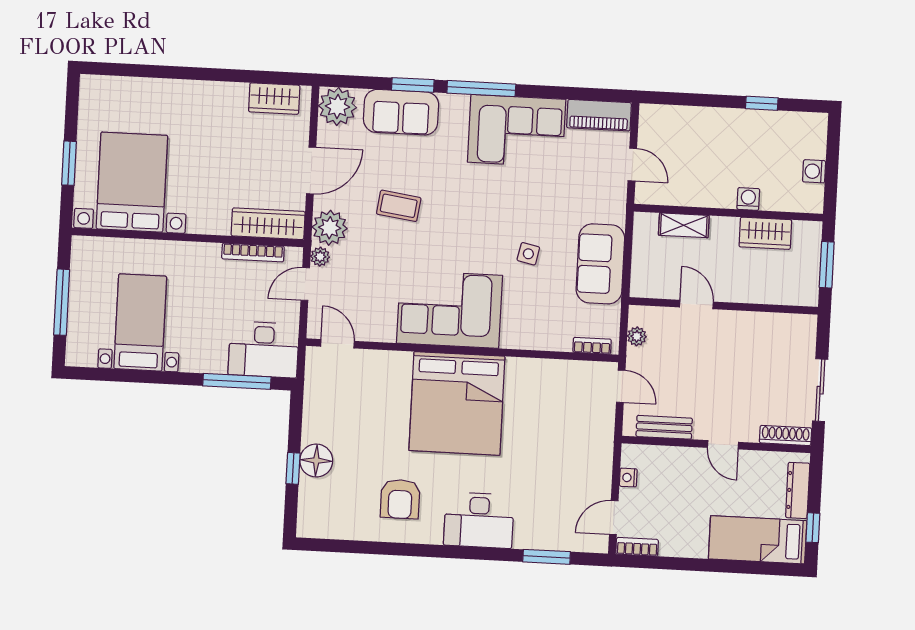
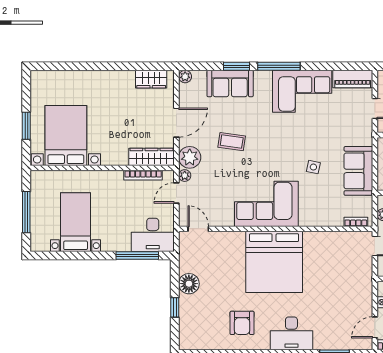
plant: (338, 107) -> (185, 77), width x0.53, depth x0.53
floor lamp: (316, 461) -> (189, 284), moved

